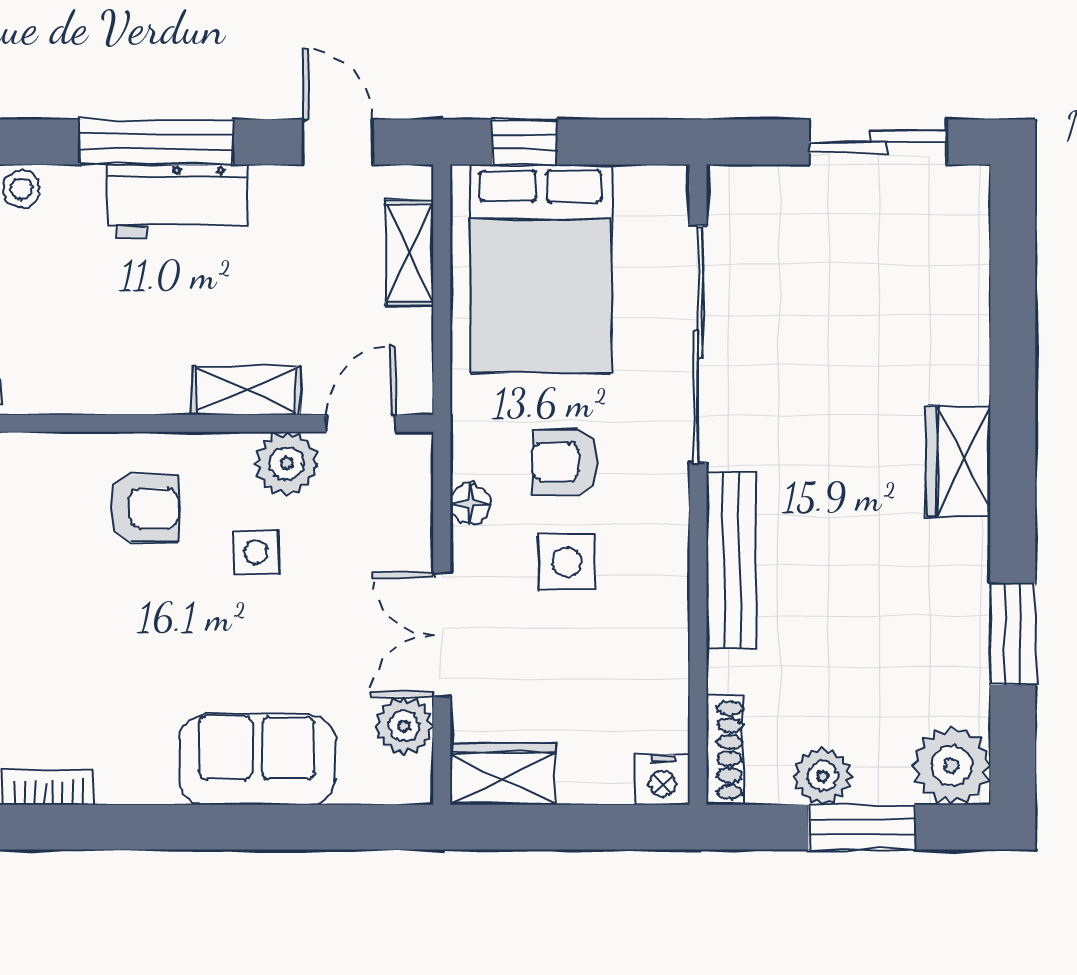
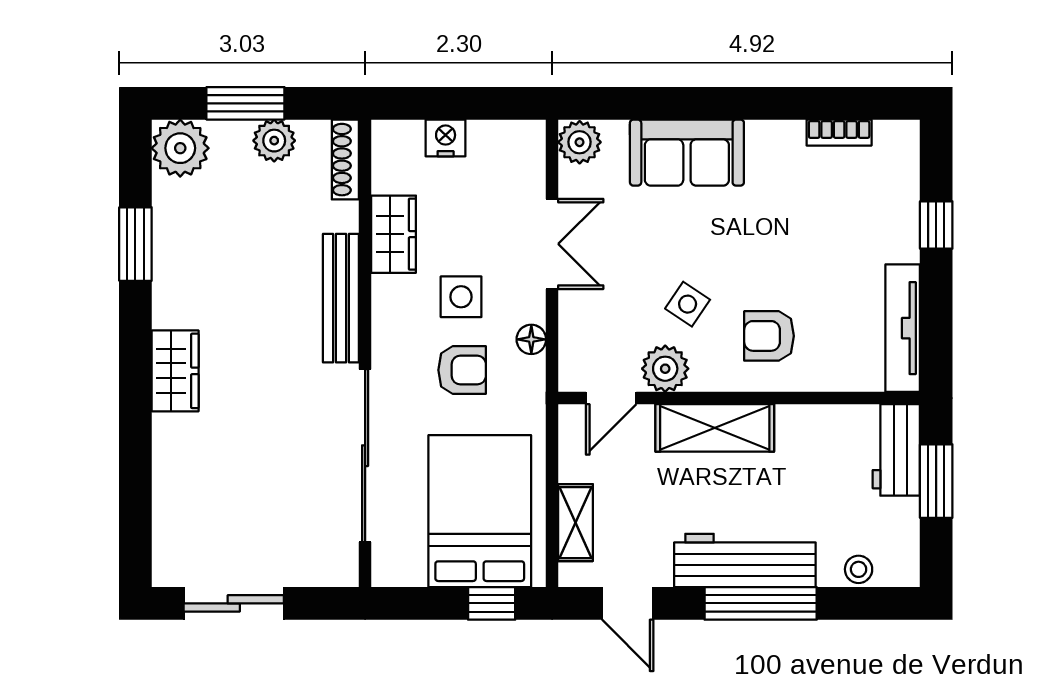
workbench: (178, 201) -> (745, 560), width x1.38
shelving: (246, 391) -> (715, 428), width x1.50, depth x1.33
side table: (256, 552) -> (688, 304), turned 34
plant: (404, 726) -> (580, 142), moved
wardrobe: (503, 774) -> (394, 234), moved, turned -90
nightstand: (662, 780) -> (446, 138), moved

